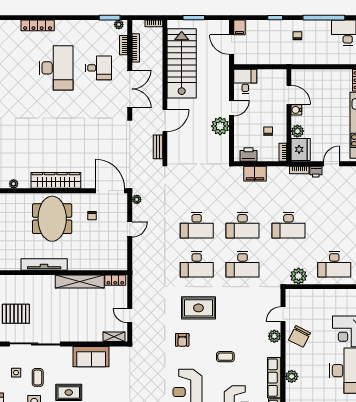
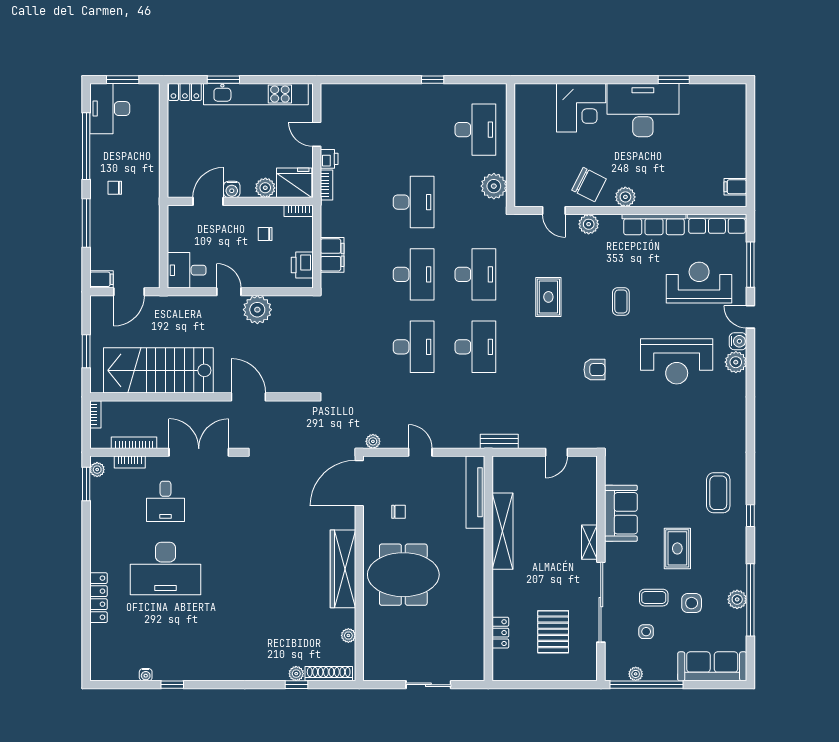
window: (275, 18) -> (86, 223), width x2.17
desk: (56, 68) -> (166, 568), turned 180
desk: (99, 68) -> (166, 501), turned 180
bench: (158, 147) -> (499, 441), moved
tv unit: (44, 264) -> (475, 492), moved
locker: (115, 280) -> (500, 633), moved
rug: (198, 308) -> (548, 297), moved, width x0.73, depth x0.70
shelving: (114, 337) -> (589, 542), moved
plant: (292, 376) -> (625, 197), moved

